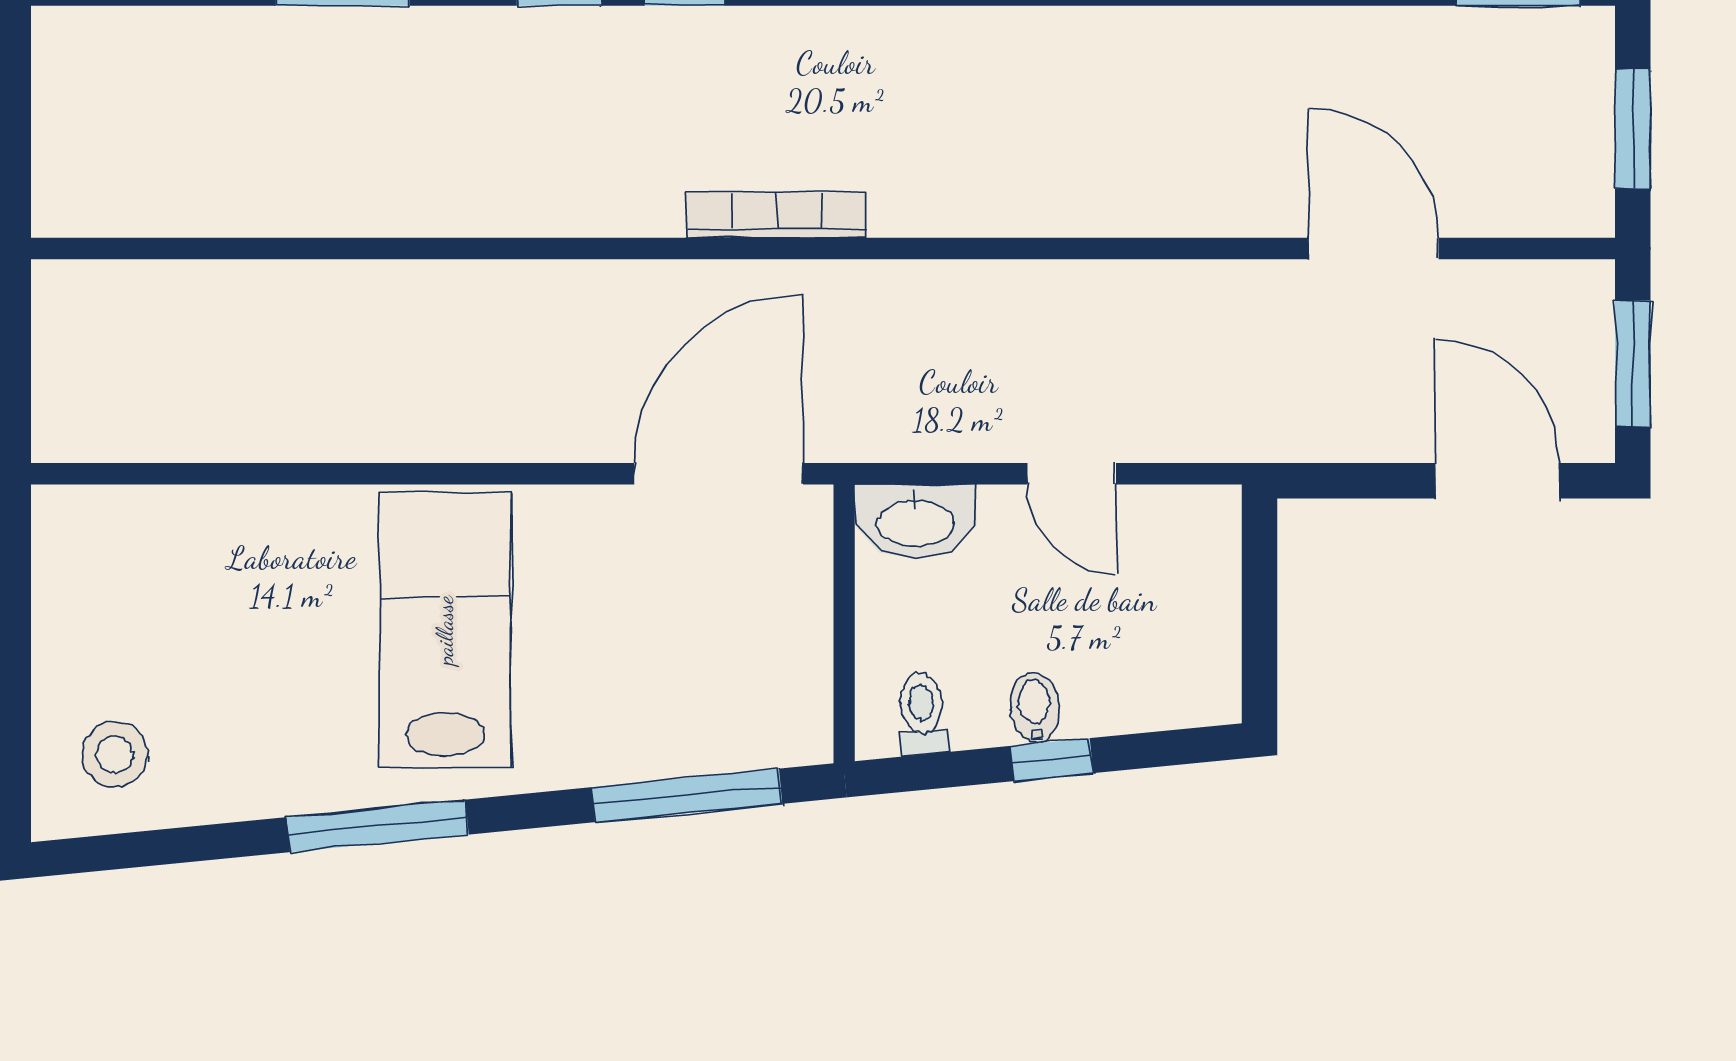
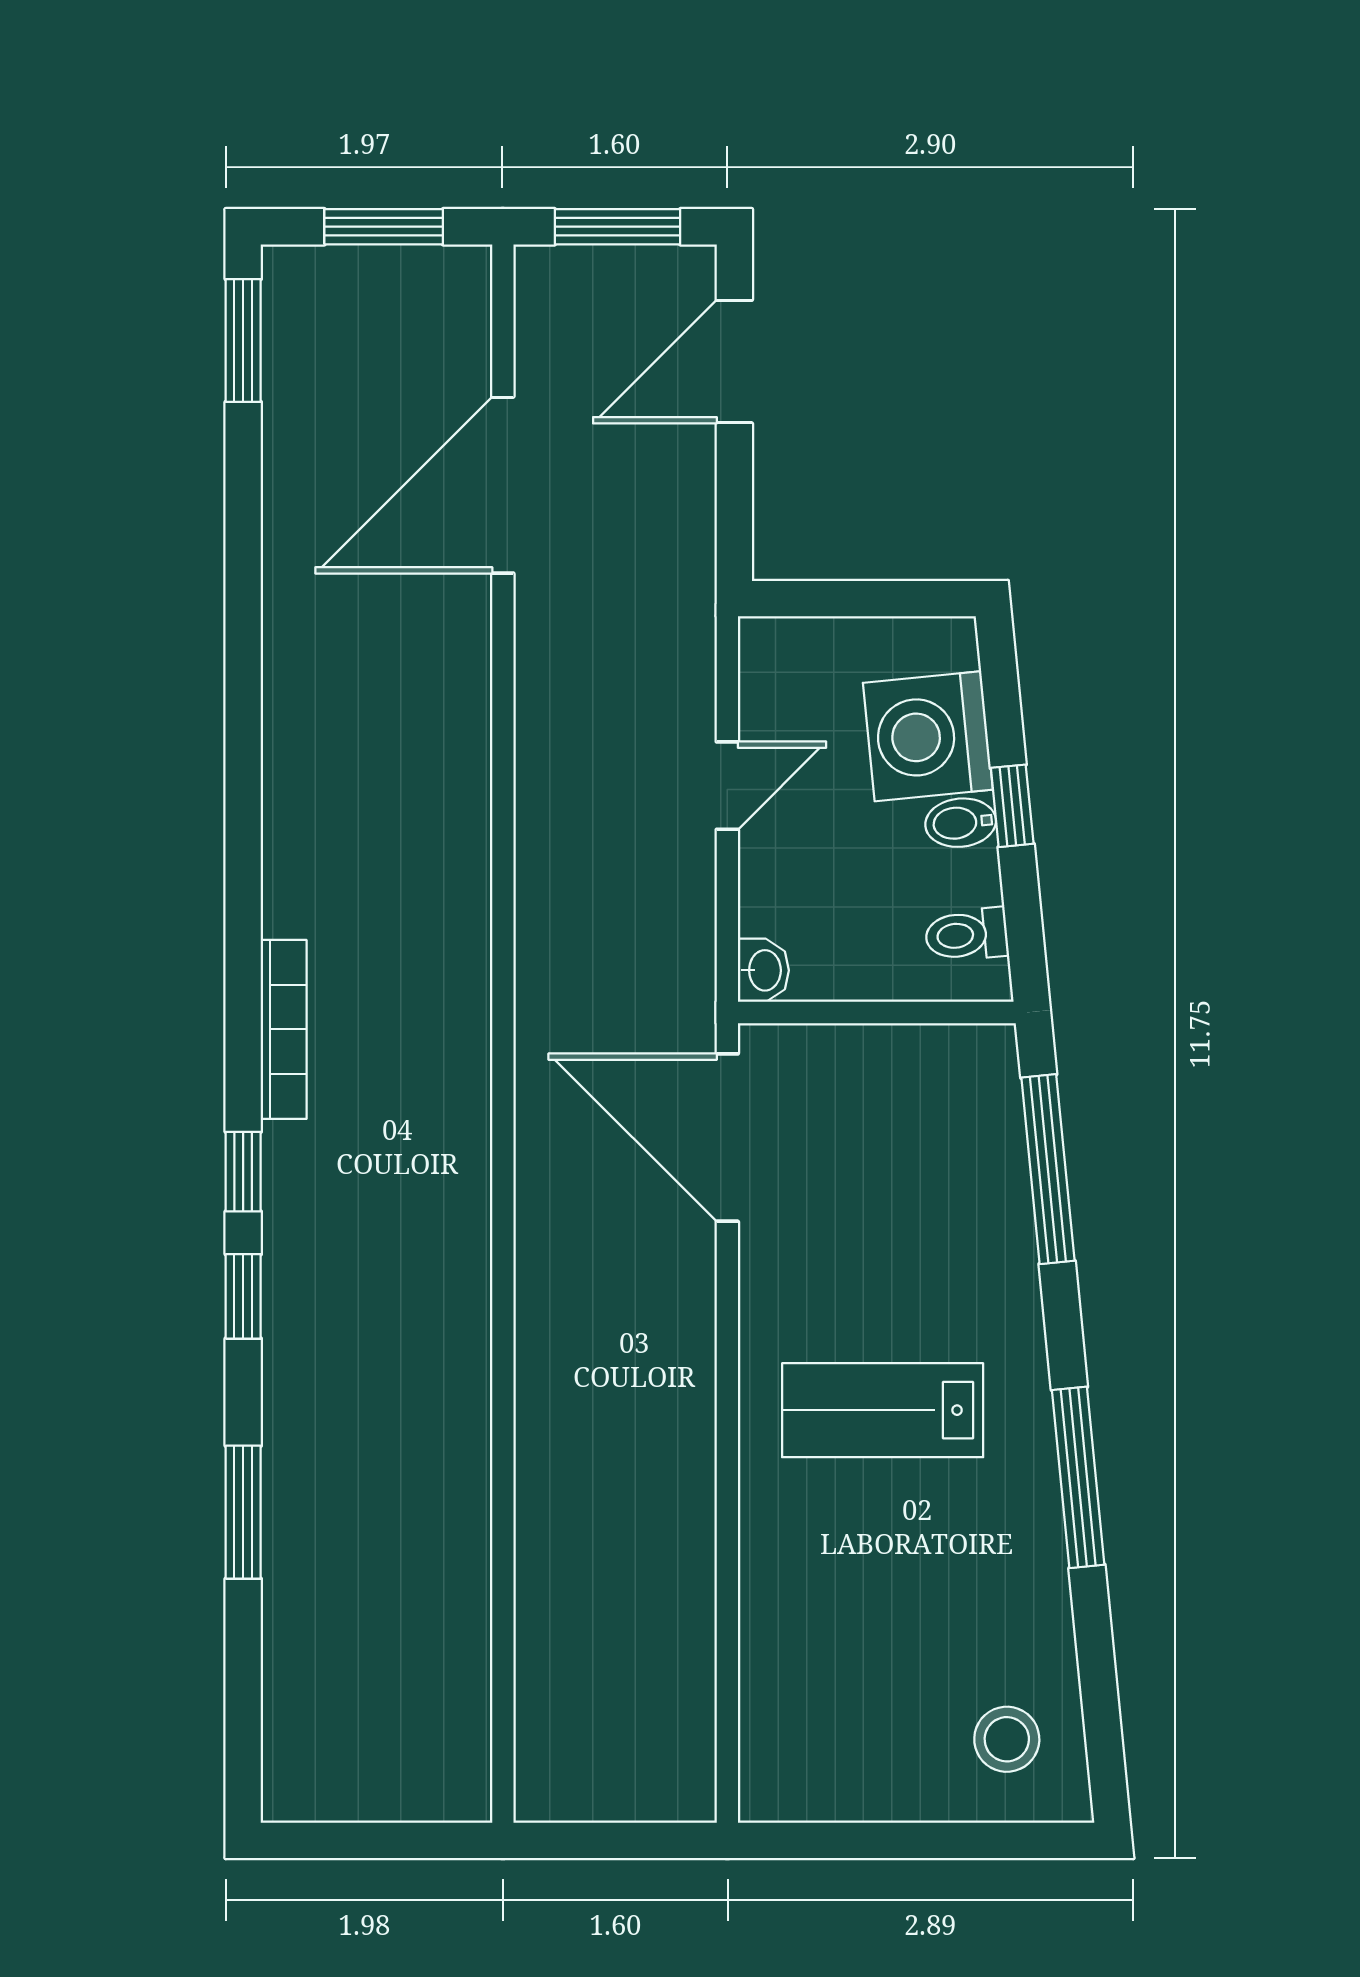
bookcase: (777, 215) -> (284, 1029), moved, turned 180
door: (1373, 248) -> (503, 485), width x1.36
washbasin: (915, 521) -> (763, 970), width x0.52, depth x0.69
lab bench: (445, 630) -> (883, 1410), width x0.73, depth x0.72
washing machine: (1121, 675) -> (928, 736), added

